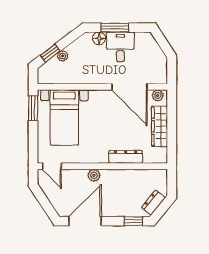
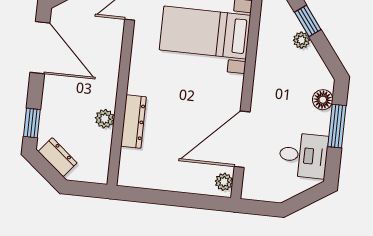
desk: (120, 47) -> (303, 155), moved
wardrobe: (160, 126) -> (175, 180), removed
plant: (94, 175) -> (105, 119), moved

